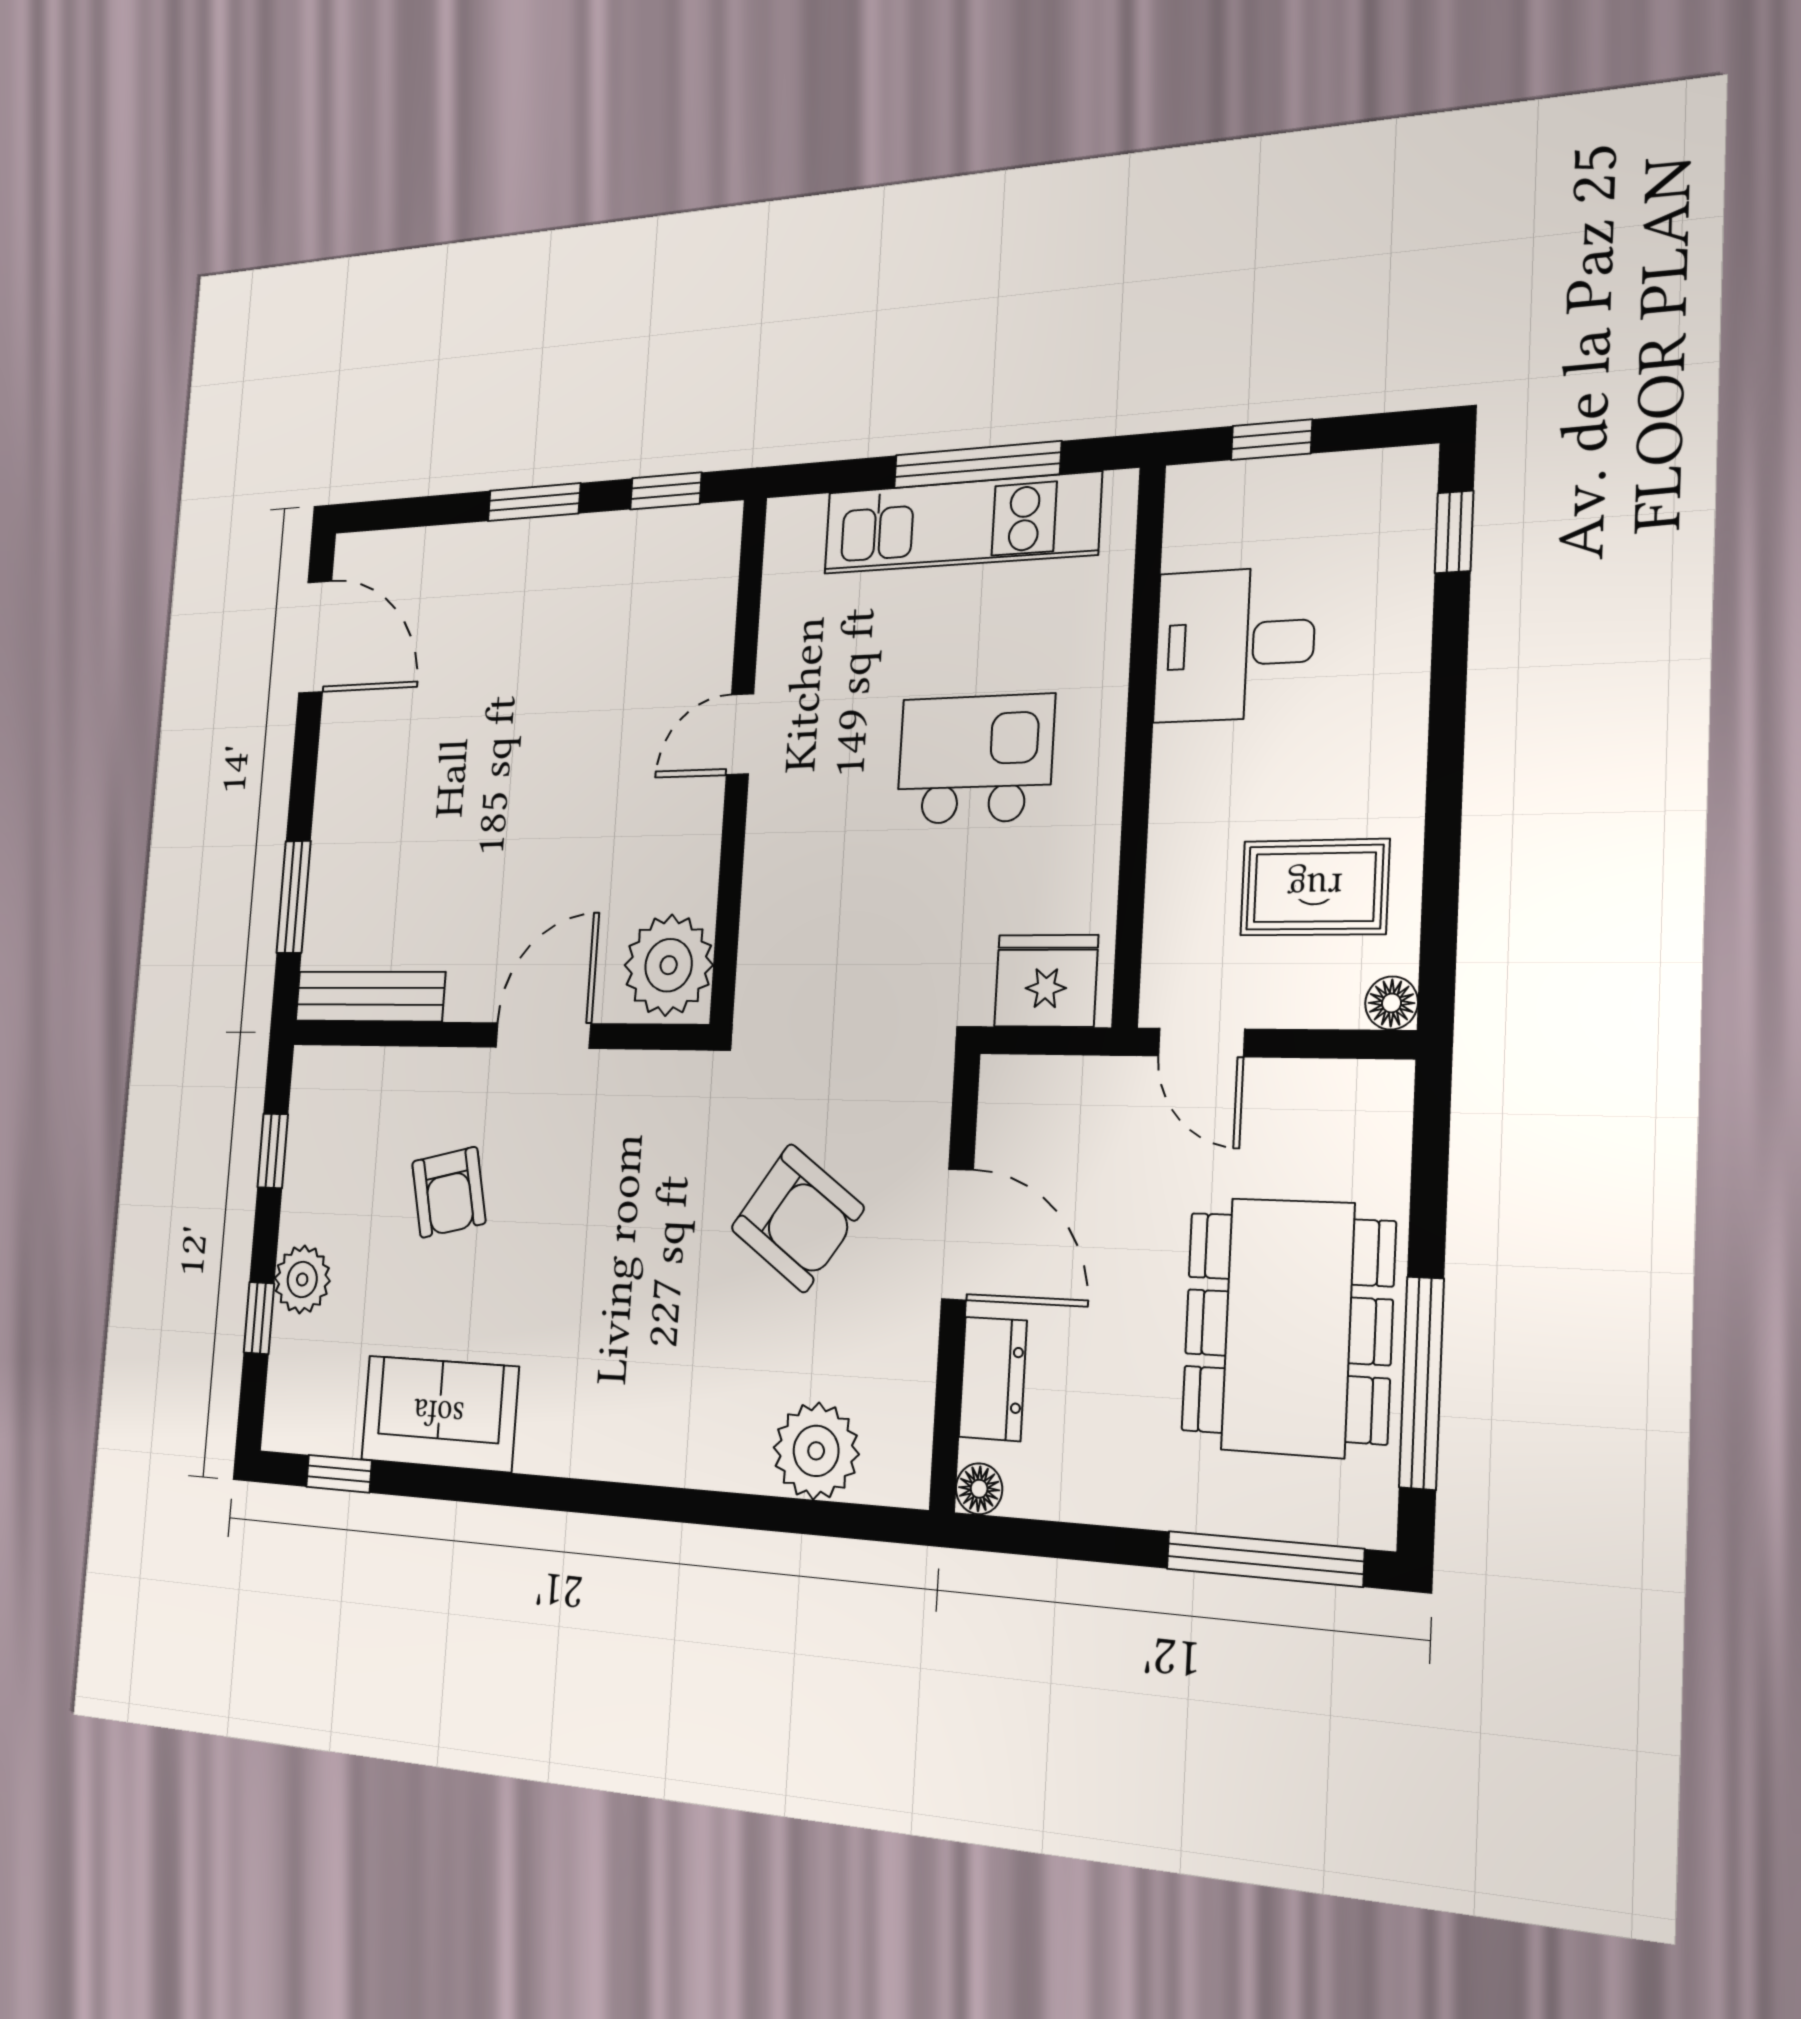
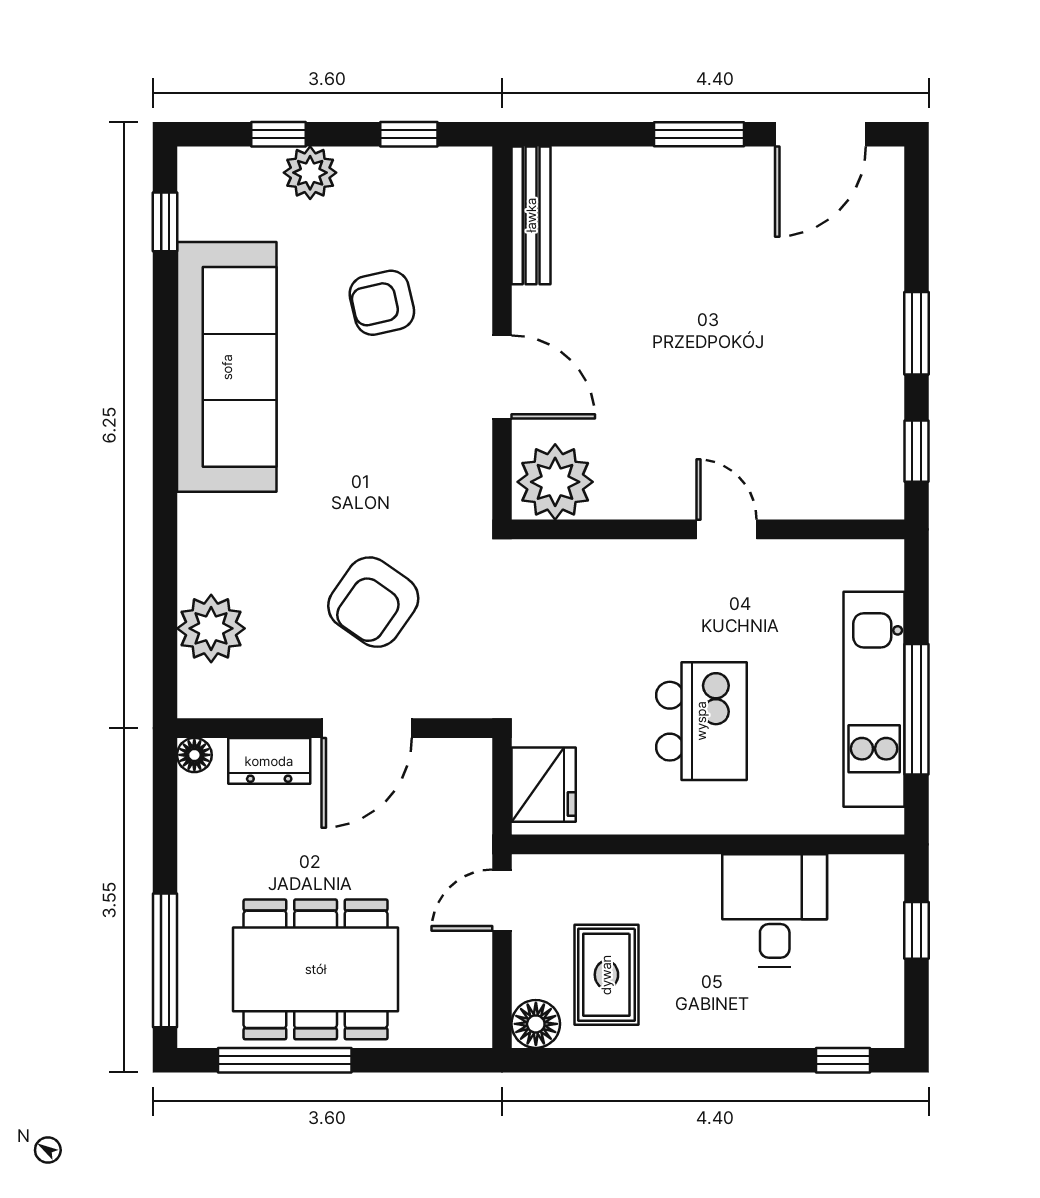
window: (294, 897) -> (699, 134), moved
floor lamp: (1392, 1003) -> (536, 1024), width x1.37, depth x1.37
sofa: (439, 1413) -> (227, 367), width x1.85, depth x1.27

